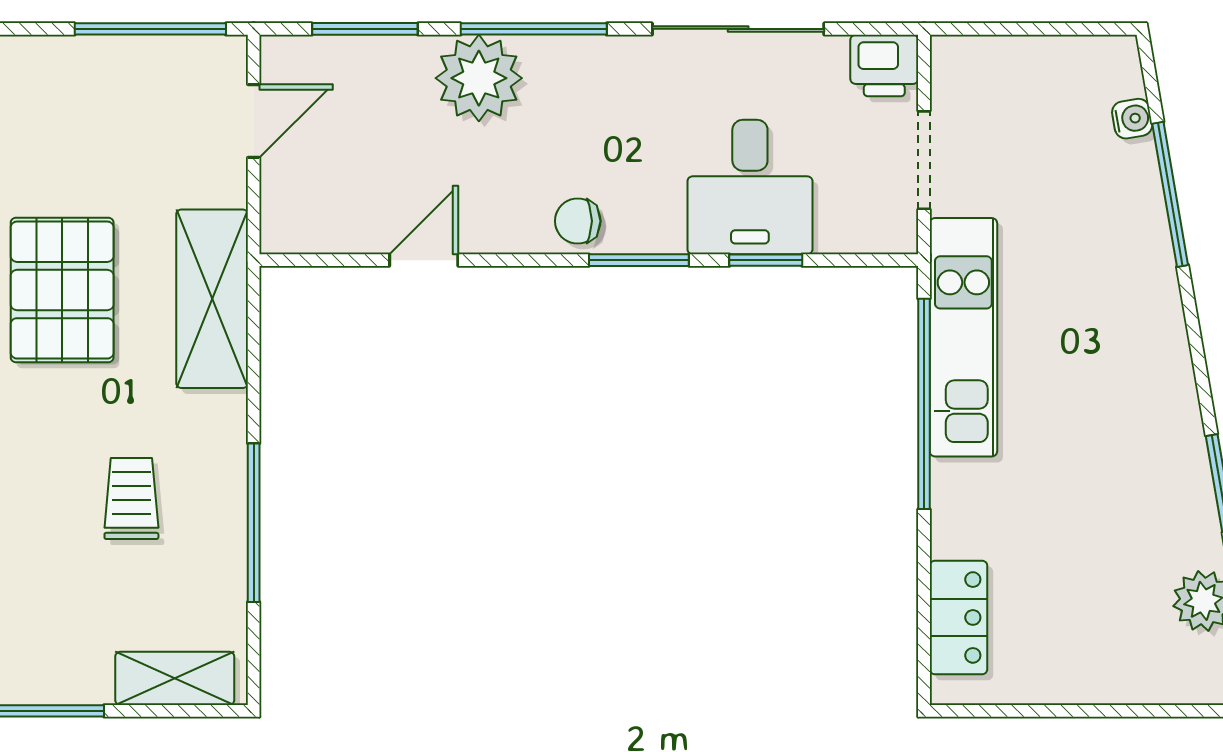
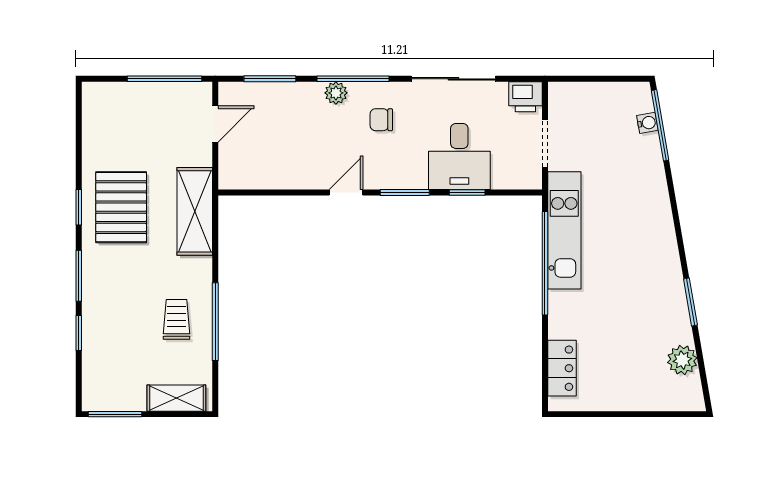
plant: (479, 78) -> (336, 93), width x0.53, depth x0.53
window: (1170, 194) -> (660, 125), moved
chair: (578, 221) -> (381, 120), moved
door: (424, 260) -> (346, 192), moved
trolley: (131, 499) -> (177, 319), moved

